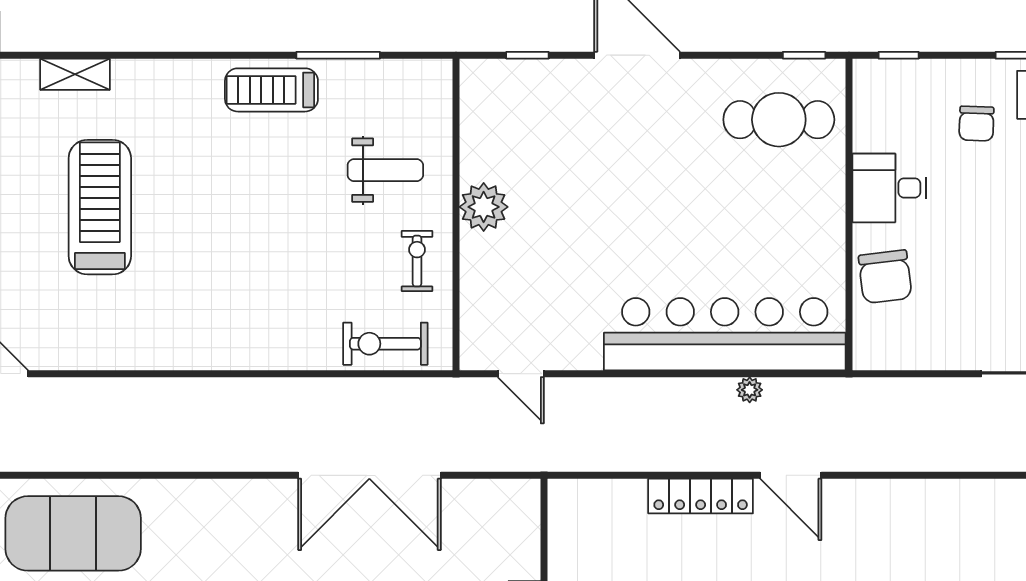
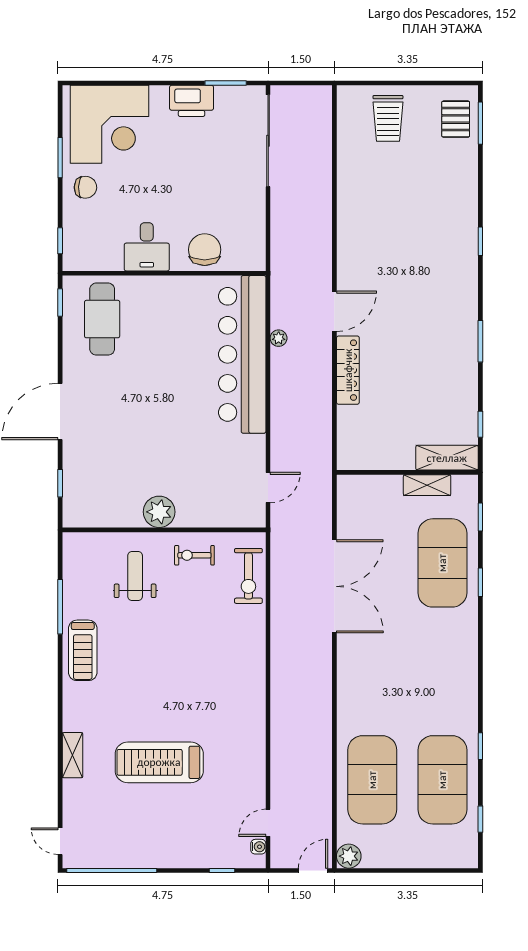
shelving: (75, 74) -> (73, 755), moved
chair: (976, 124) -> (85, 187), moved
chair: (885, 277) -> (205, 250), turned -83

